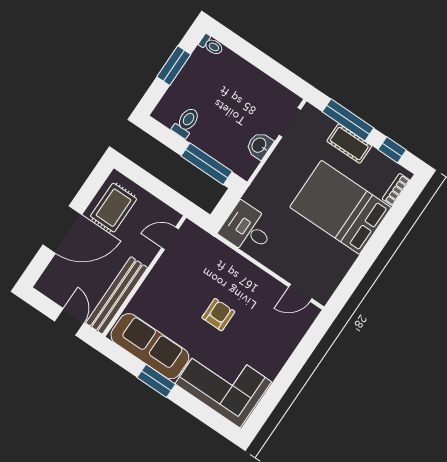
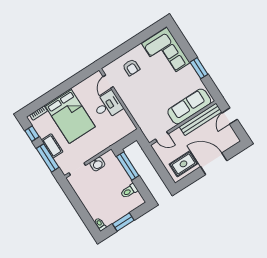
desk: (247, 229) -> (108, 105), moved, turned -90
door: (300, 293) -> (108, 82), swing flipped
armchair: (218, 315) -> (131, 67), moved, turned -90
sofa: (150, 346) -> (189, 106), moved, turned 90

